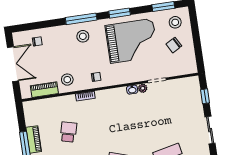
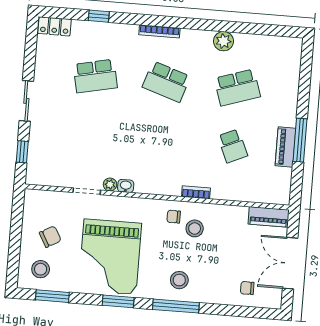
grand piano: (132, 41) -> (110, 257), turned -90
stool: (67, 80) -> (195, 228), moved
piano: (44, 90) -> (269, 217), moved
school desk: (68, 132) -> (233, 146), turned -39

